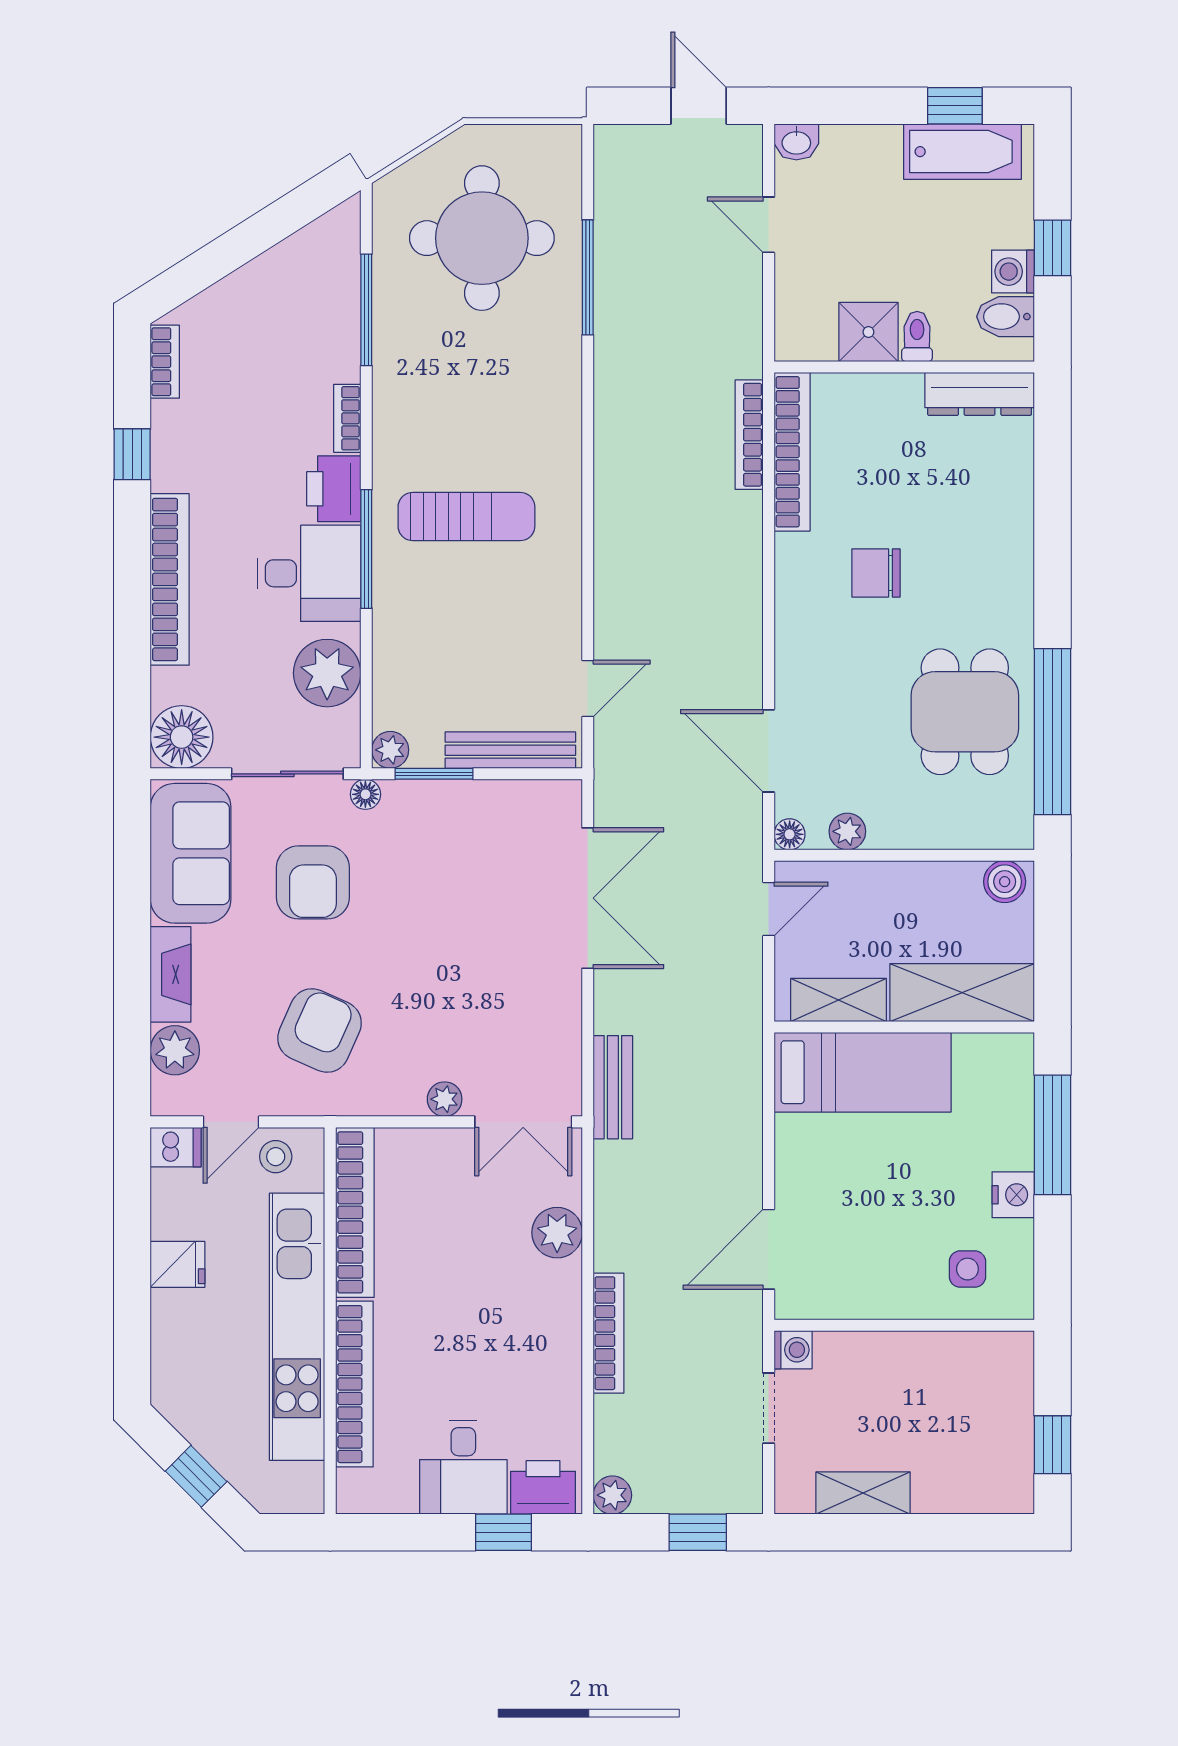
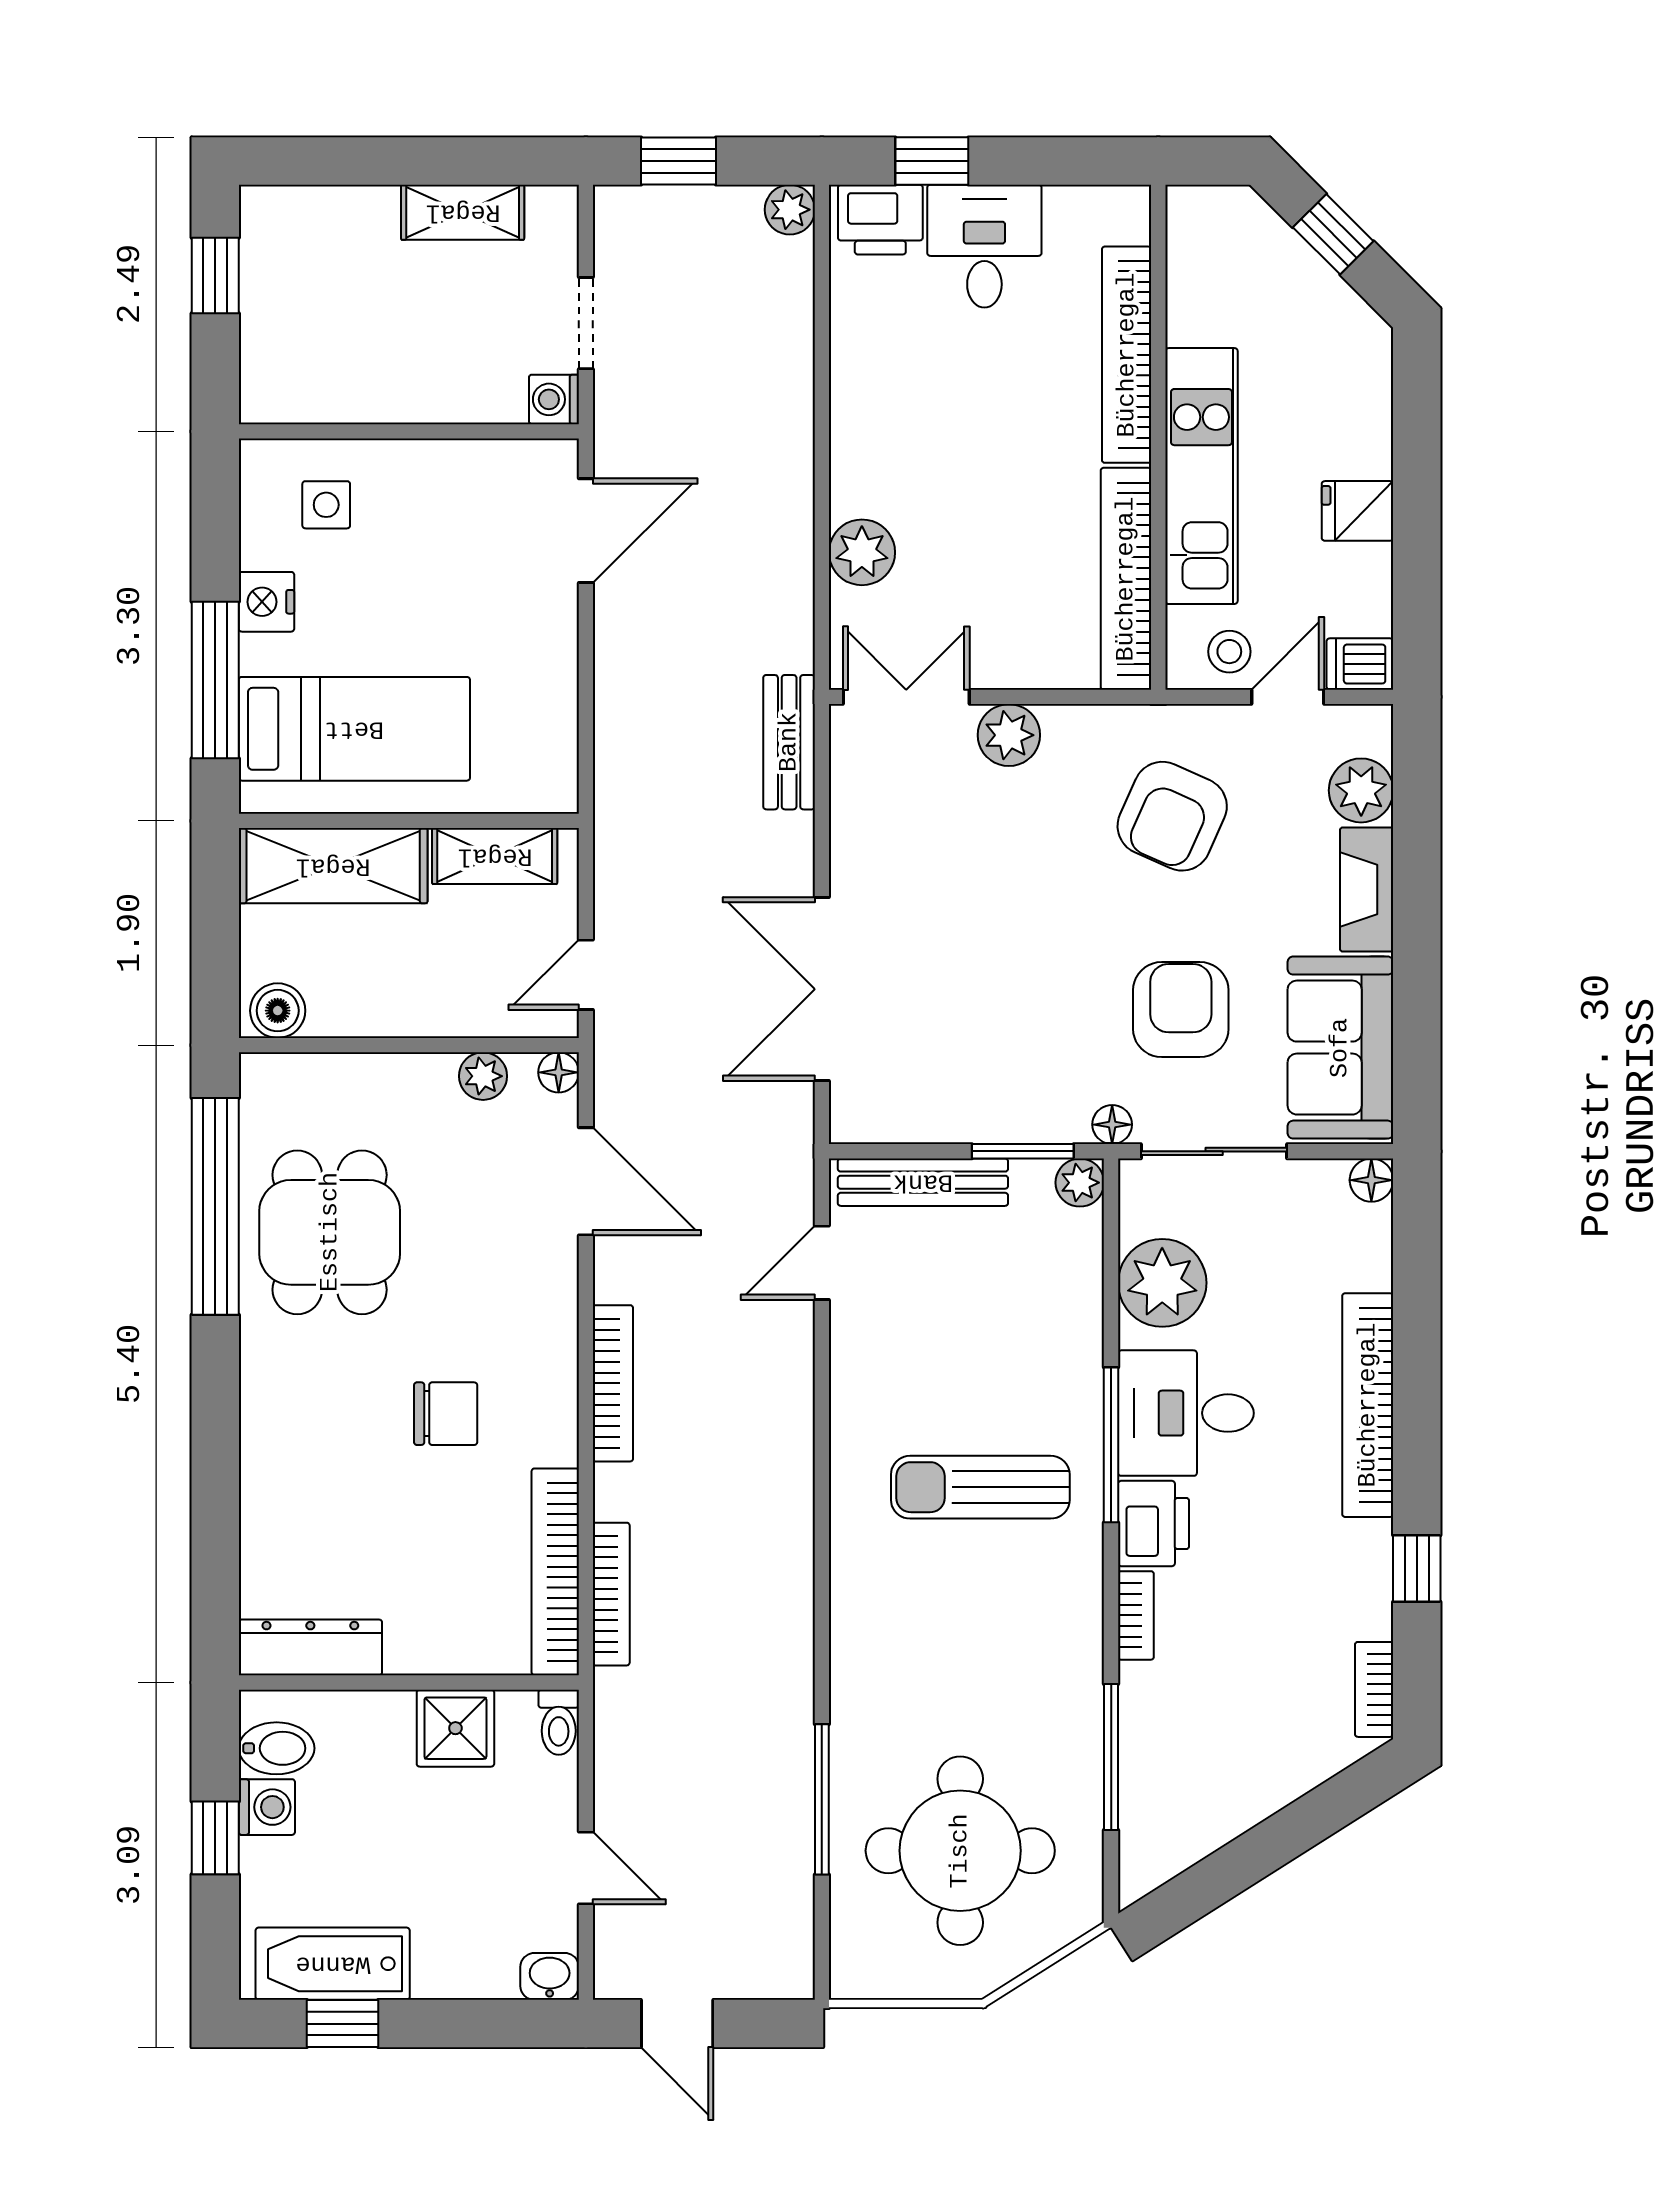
toilet: (917, 337) -> (559, 1722), moved
floor lamp: (182, 737) -> (1371, 1180), width x0.53, depth x0.53
bed: (863, 1072) -> (354, 729), moved, turned 180
plant: (445, 1099) -> (1009, 735), width x1.38, depth x1.38
kitchen unit: (297, 1327) -> (1201, 476), width x0.73
bookcase: (609, 1333) -> (613, 1383), moved, turned 180

